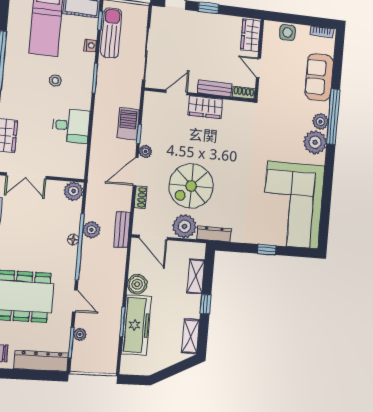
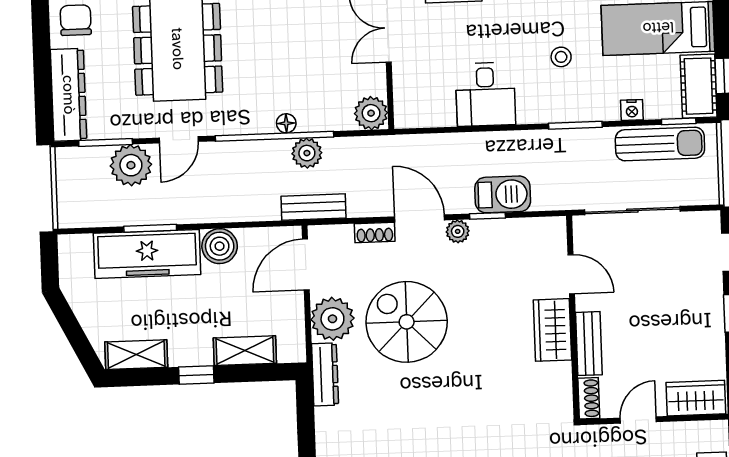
plant: (80, 334) -> (131, 165), width x1.88, depth x1.88

